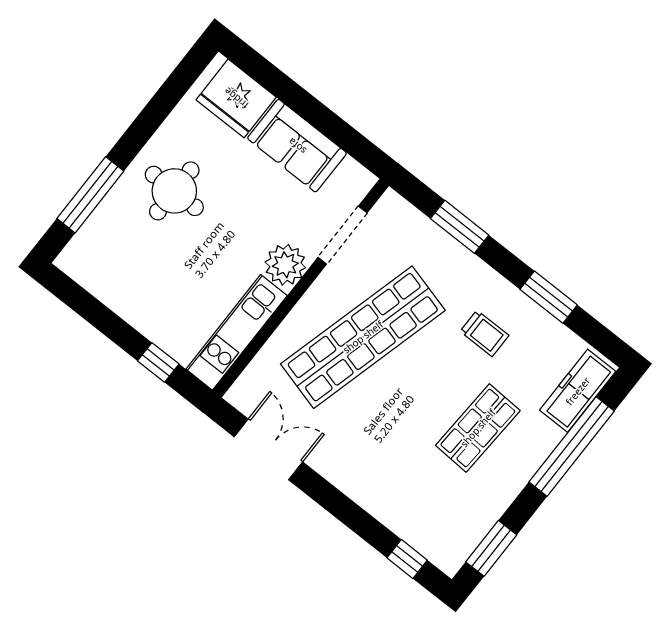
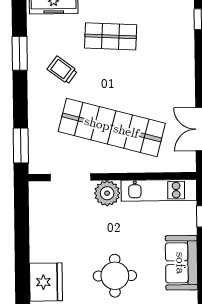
sofa: (297, 146) -> (181, 263), moved, turned 180
window: (460, 227) -> (21, 146), moved
trolley: (484, 333) -> (62, 70), turned -53

